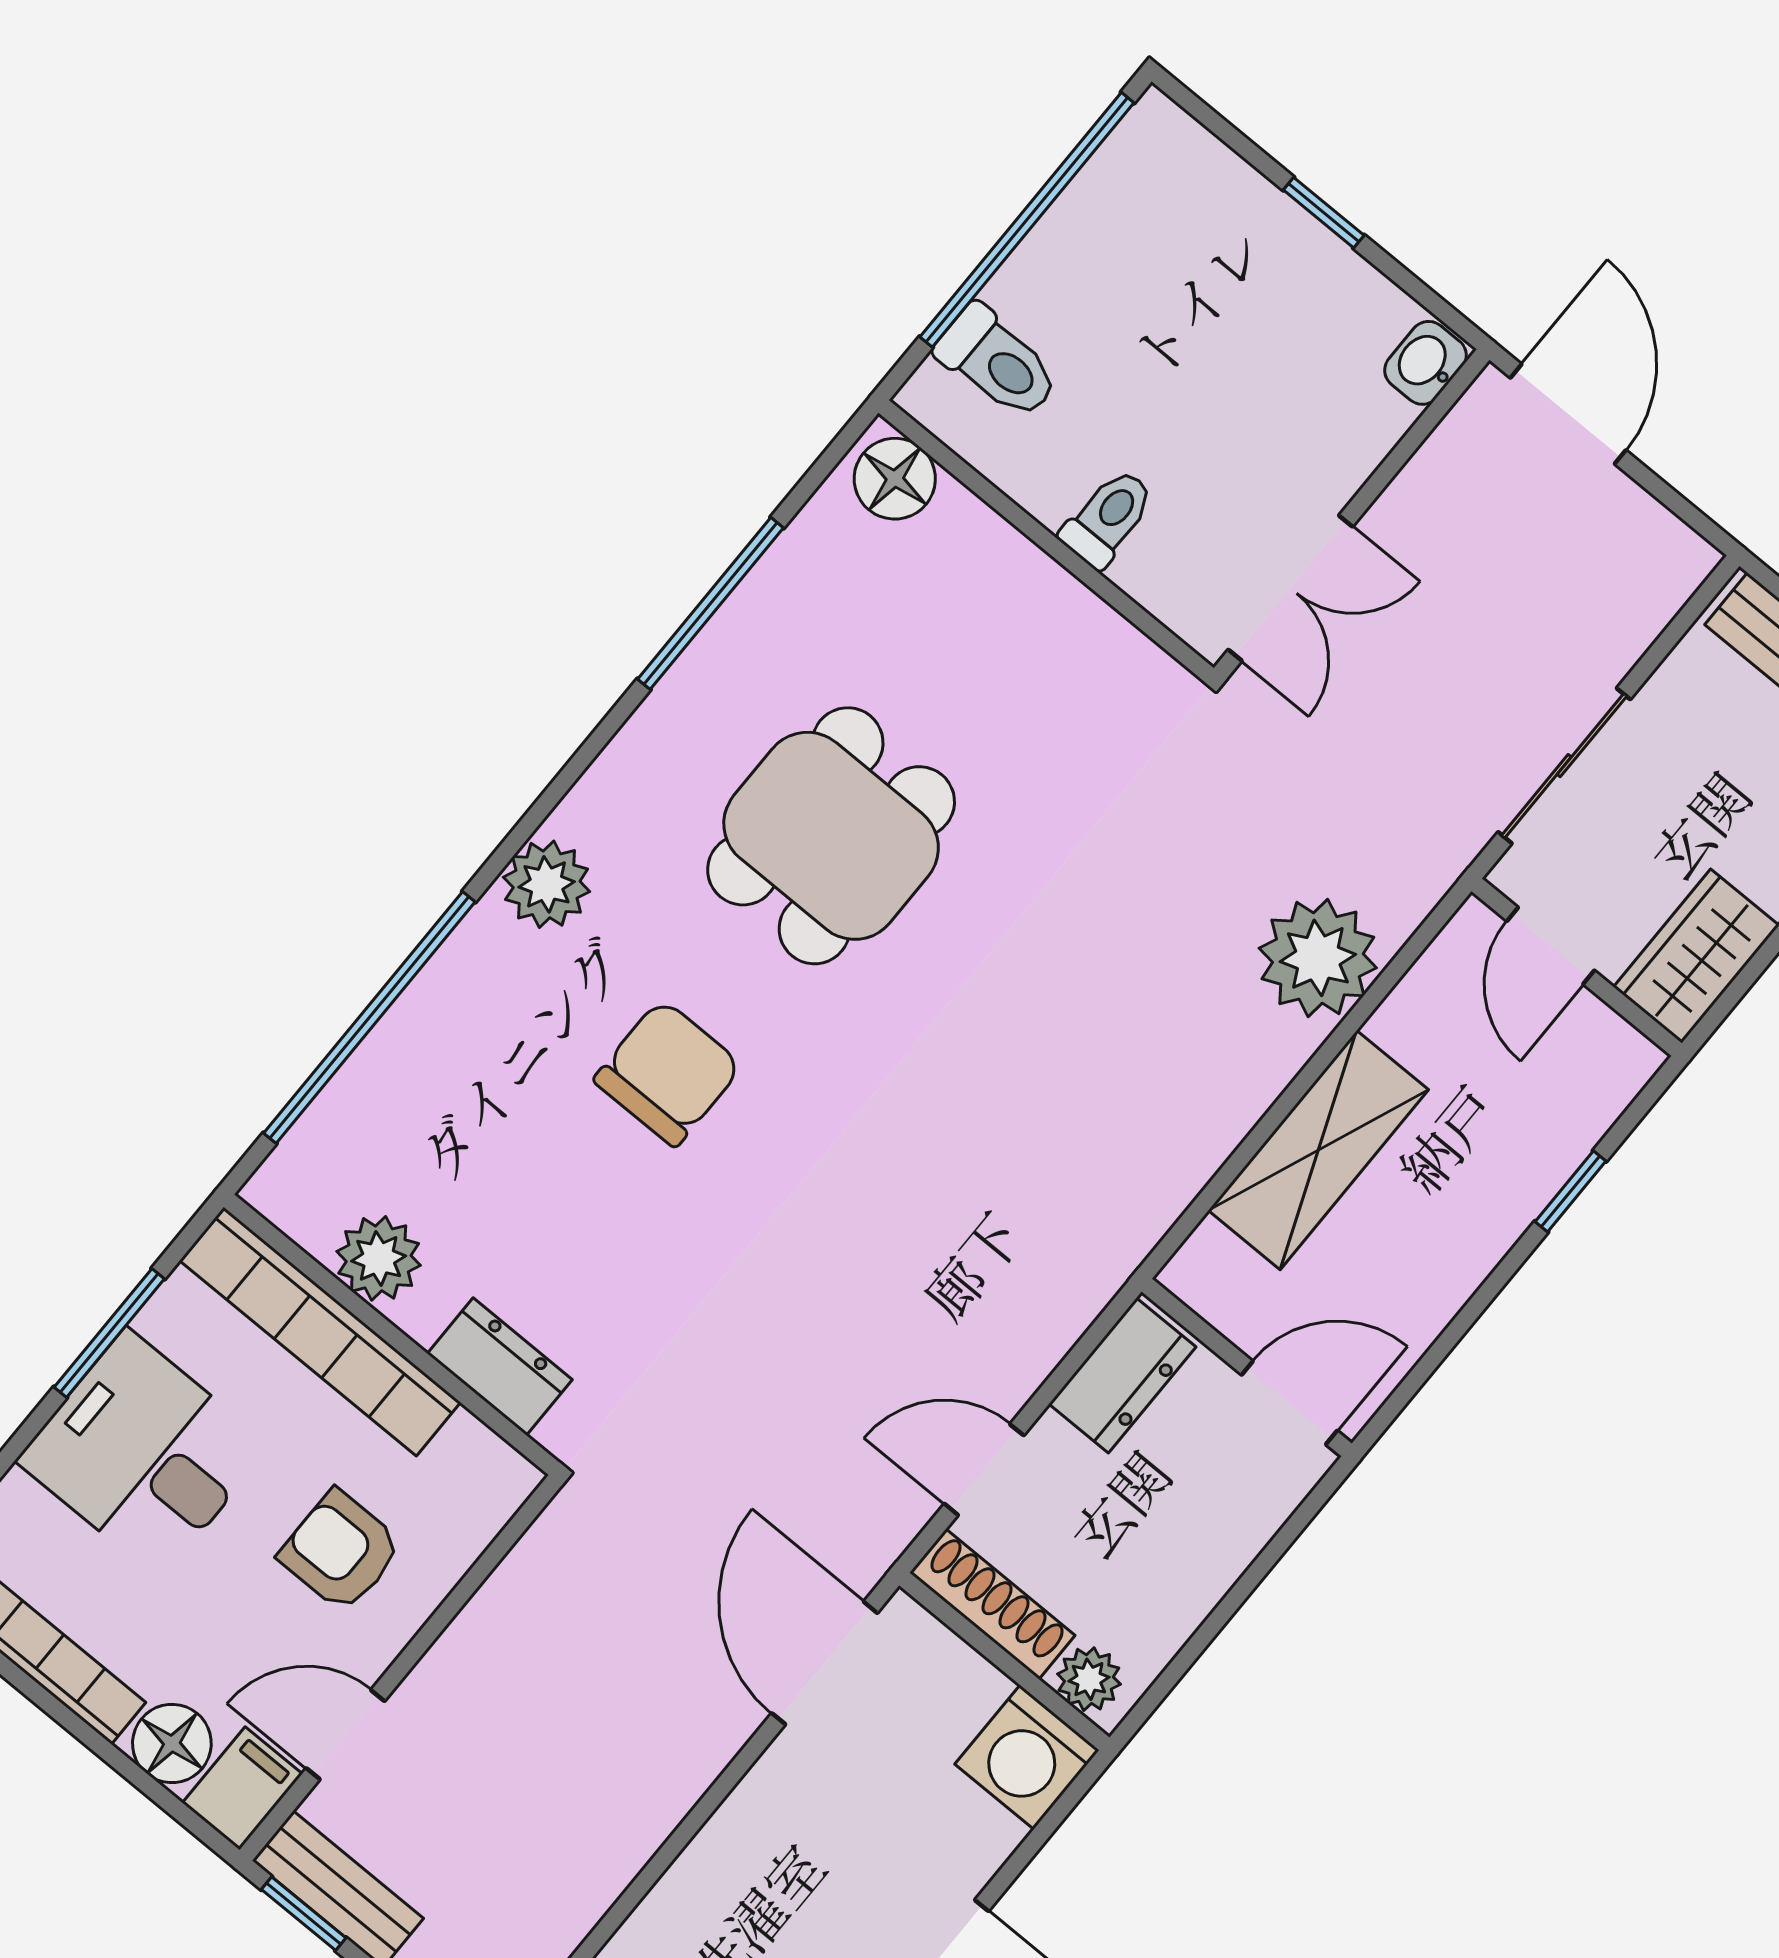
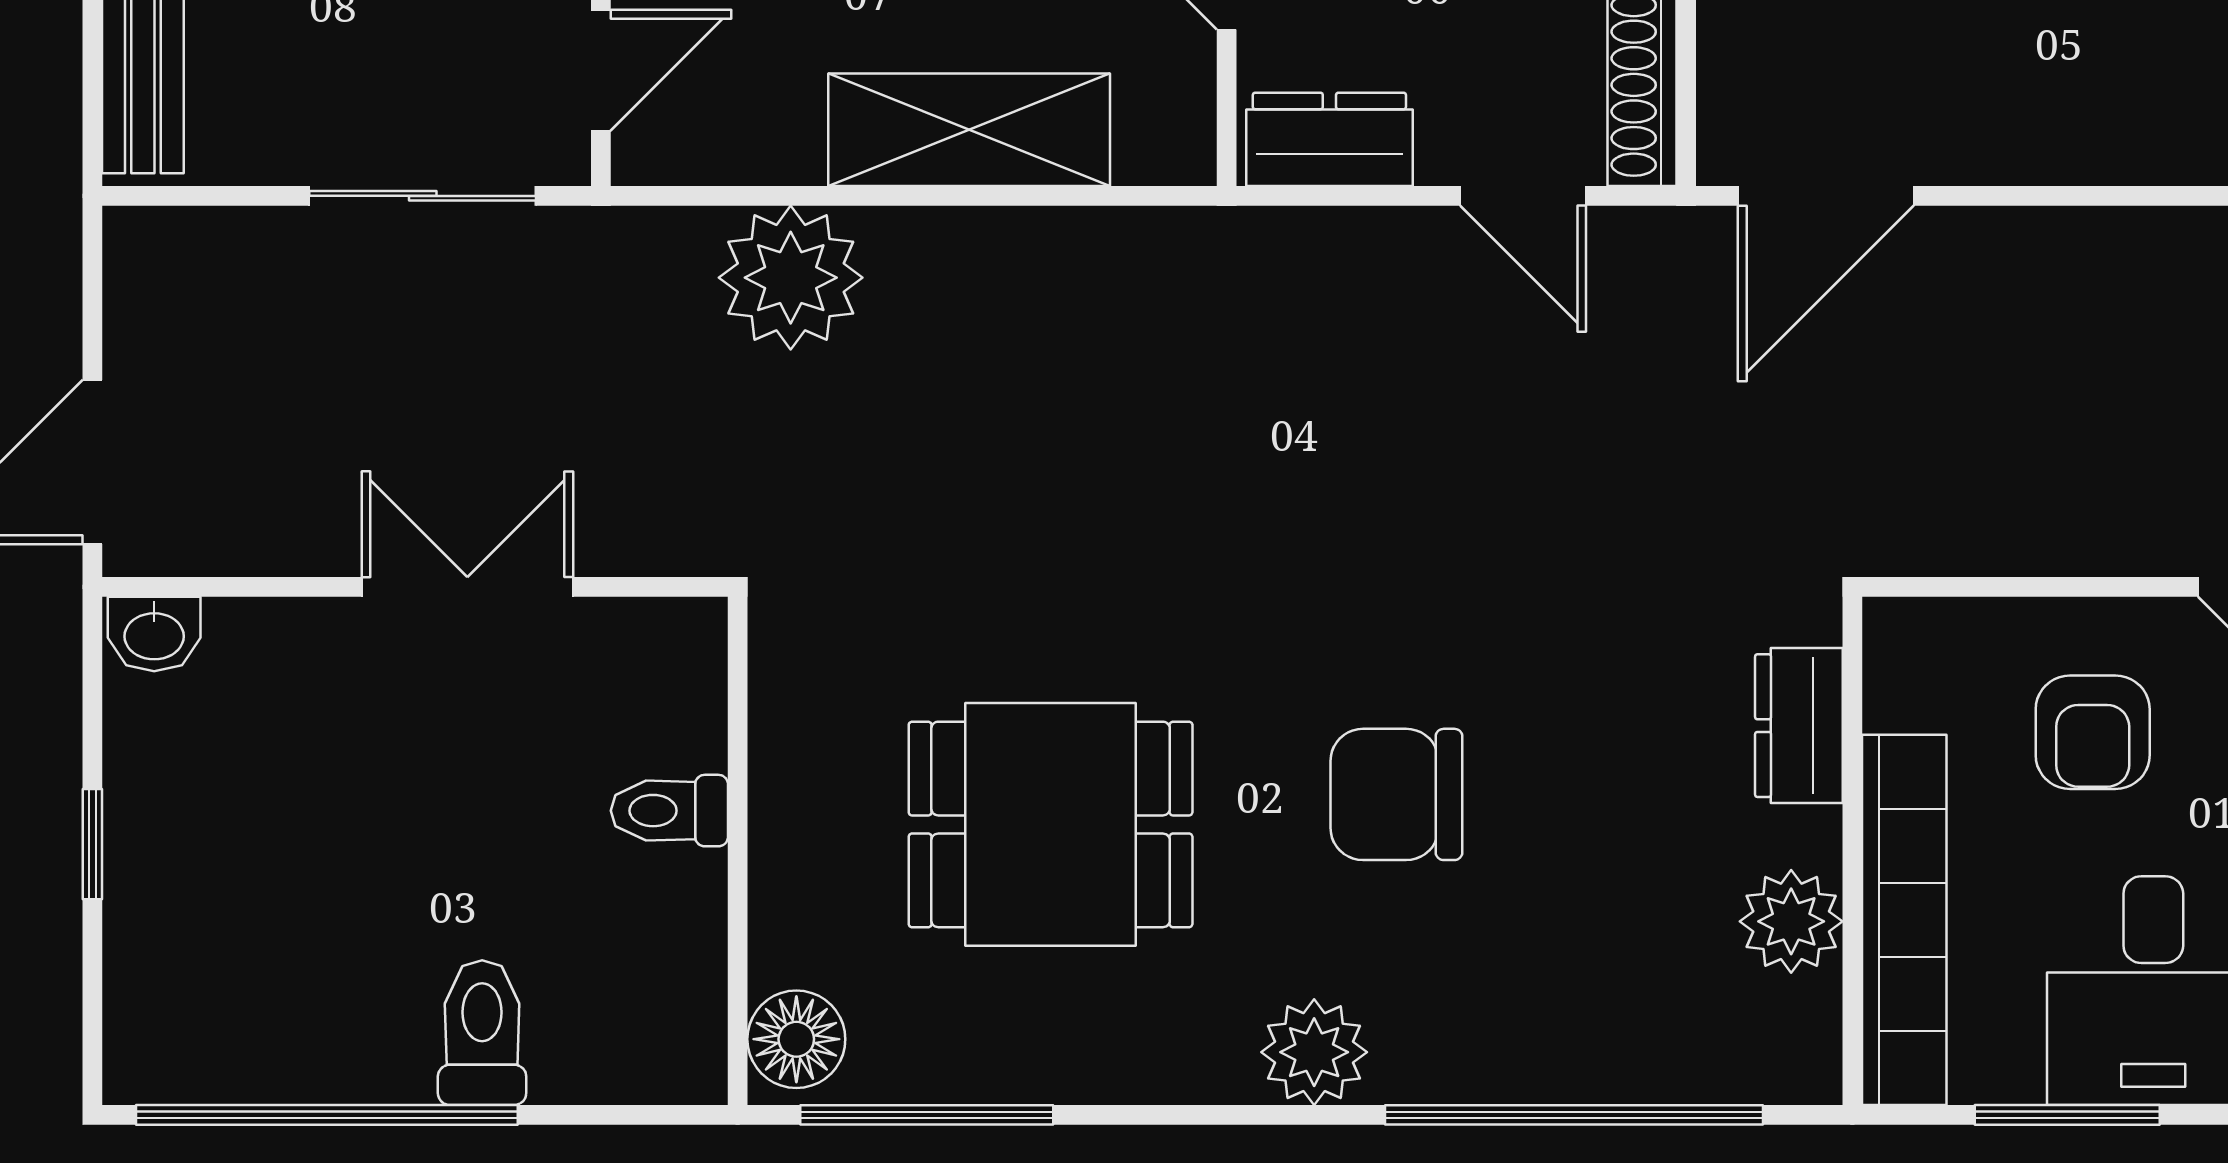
floor lamp: (895, 479) -> (796, 1039), moved
toilet: (1108, 518) -> (669, 811), moved
wall: (1046, 540) -> (738, 851), moved

